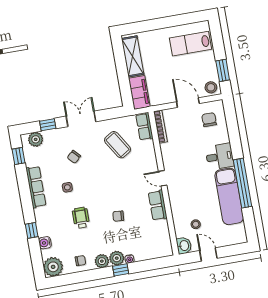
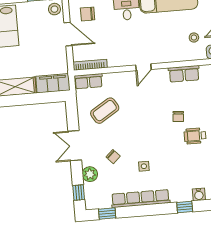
door: (188, 103) -> (68, 34), swing flipped
window: (48, 125) -> (79, 193), moved
plant: (36, 139) -> (90, 174), moved
row of seats: (36, 187) -> (140, 199), width x1.36
row of seats: (158, 205) -> (184, 74), moved
wheelchair: (81, 218) -> (195, 136), moved

